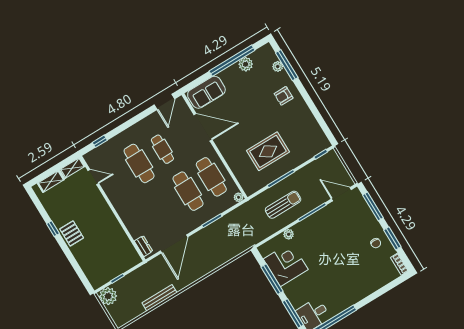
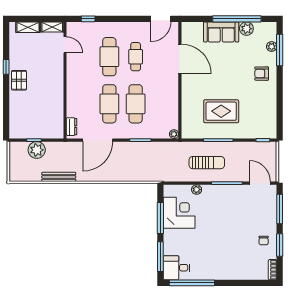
sofa: (206, 92) -> (221, 32), moved
cafe table: (211, 177) -> (109, 104), moved
plant: (108, 296) -> (37, 150), moved

